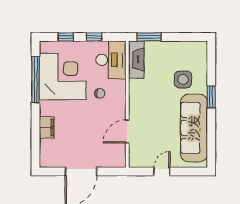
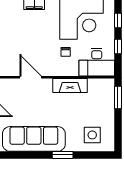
fireplace: (136, 59) -> (70, 86), moved
side table: (183, 79) -> (92, 135), moved

